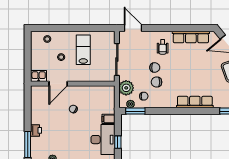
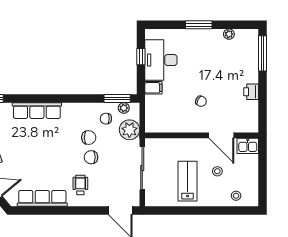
lab bench: (83, 50) -> (188, 181), turned 180
door: (58, 84) -> (221, 135), swing flipped
printer: (36, 130) -> (251, 92), moved

